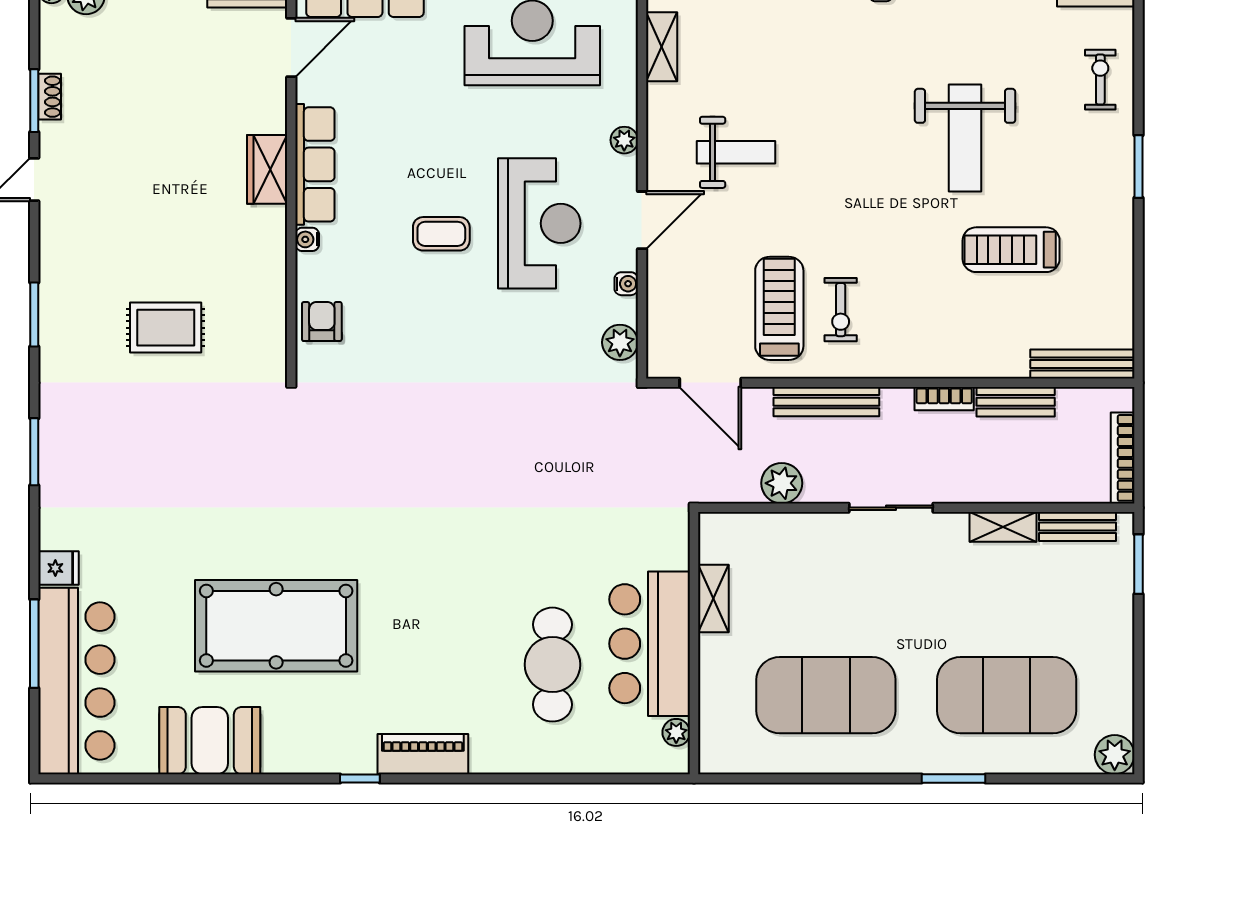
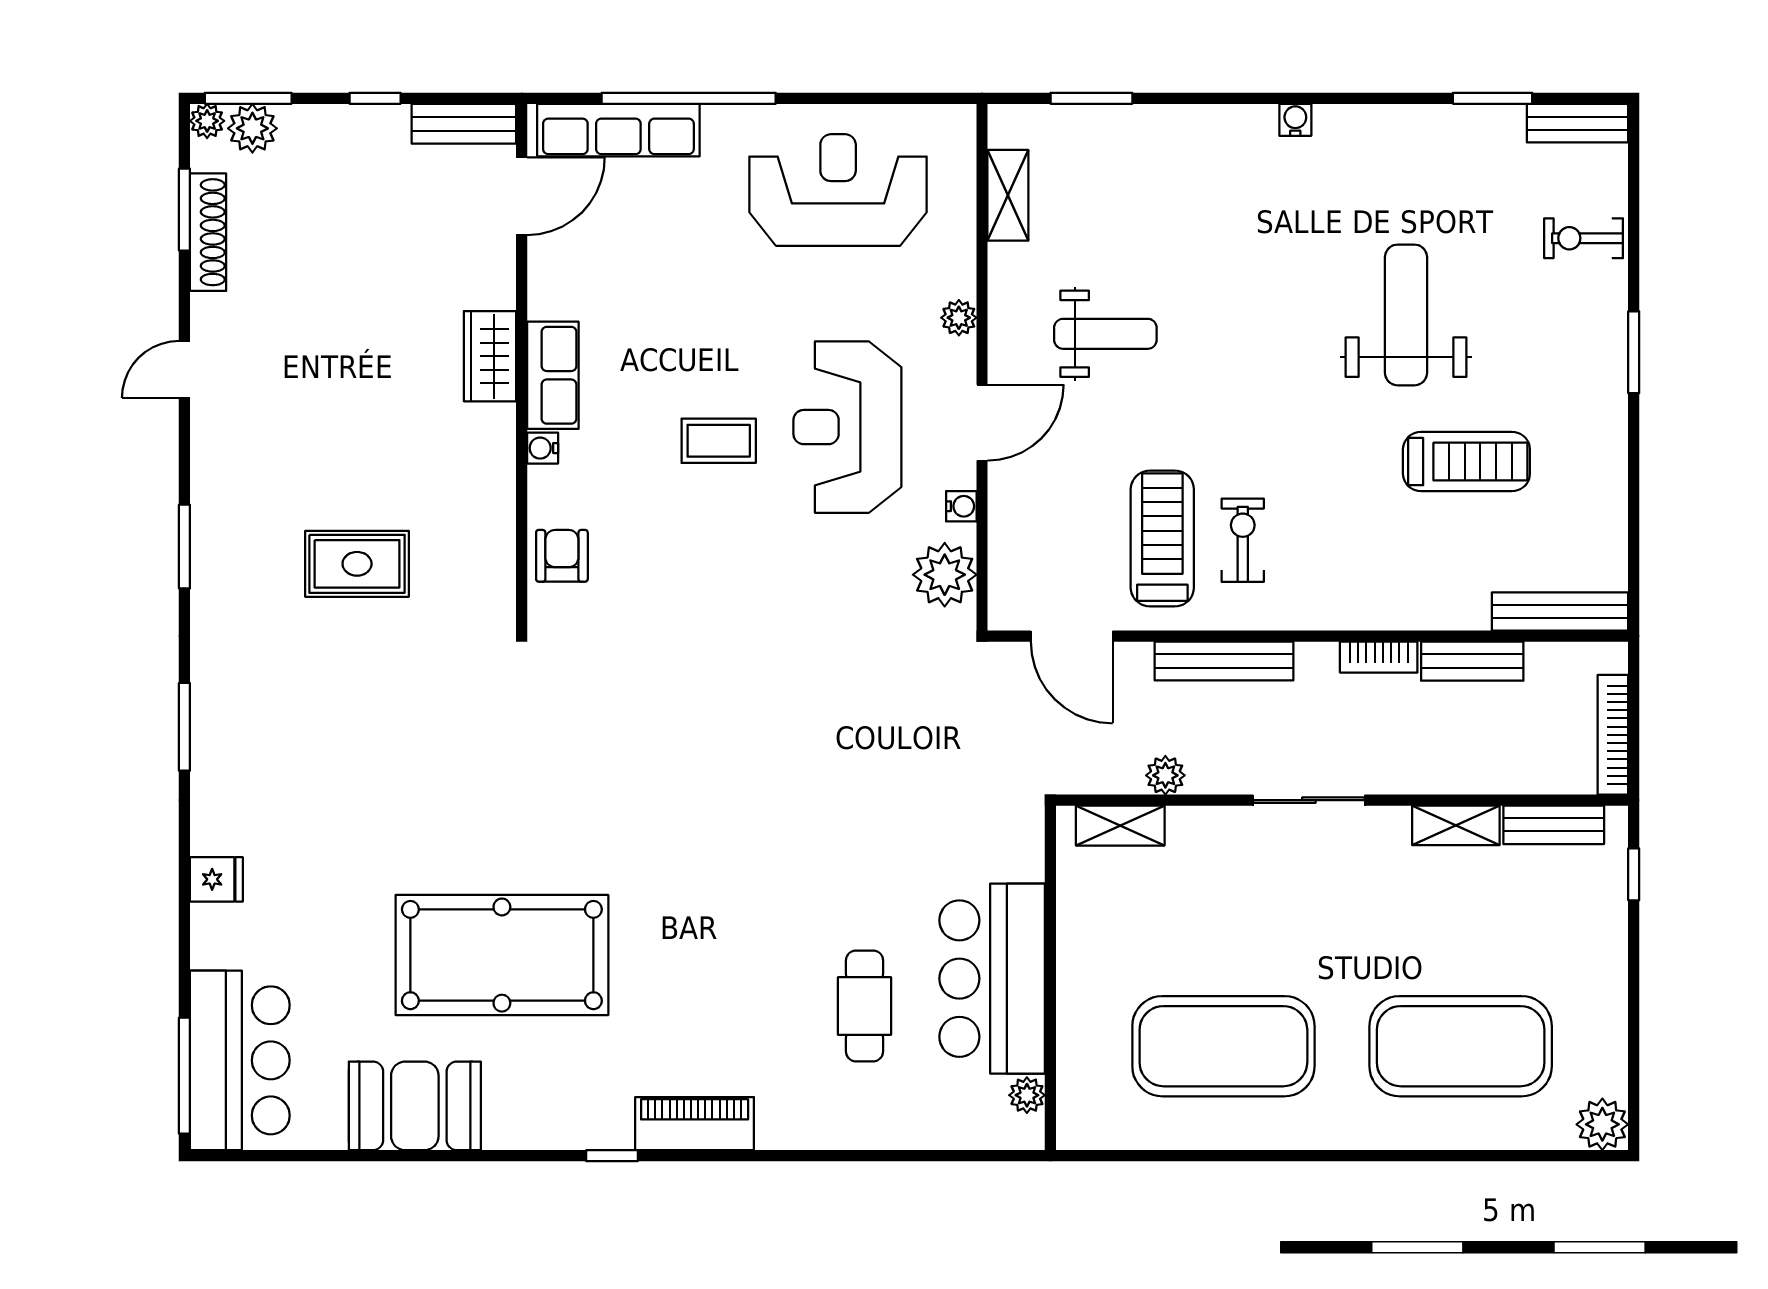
exercise bike: (1100, 80) -> (1584, 238), turned -90
shoe rack: (50, 97) -> (208, 232), width x1.94, depth x1.24
window: (34, 101) -> (184, 210), moved
weight bench: (965, 138) -> (1406, 315), turned 180
row of seats: (315, 164) -> (553, 375), width x0.68
reception desk: (539, 223) -> (847, 427), turned 180
treadmill: (1011, 250) -> (1466, 462), turned 180
exercise bike: (841, 310) -> (1243, 540), turned 180
plant: (620, 342) -> (945, 575), width x1.36, depth x1.36
plant: (782, 483) -> (1165, 775), width x0.73, depth x0.73
window: (1139, 564) -> (1634, 874), width x0.67
shelving: (713, 599) -> (1120, 826), moved, turned 90
window: (34, 644) -> (184, 1076), moved
cafe table: (552, 665) -> (865, 1006), width x0.73, depth x0.74
bar counter: (76, 681) -> (240, 1060), width x0.73
window: (954, 779) -> (1391, 1156), removed

